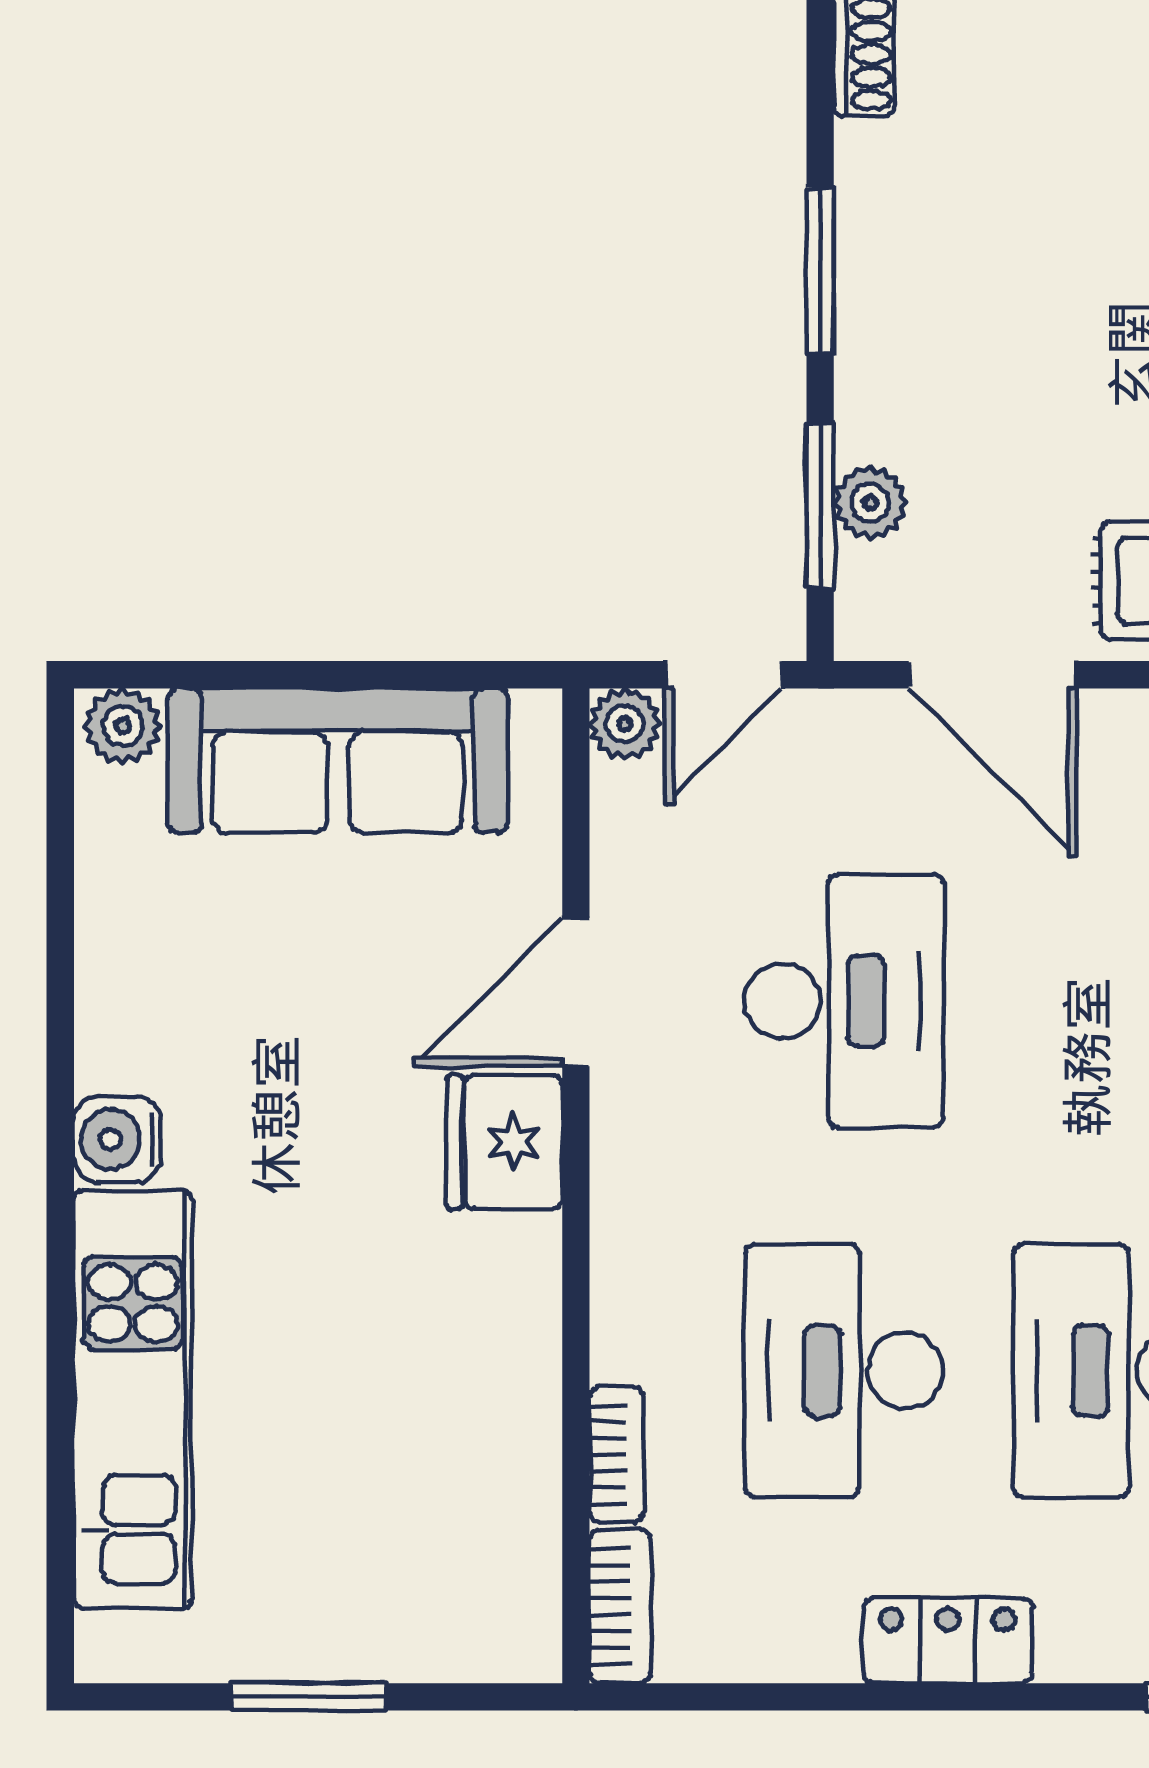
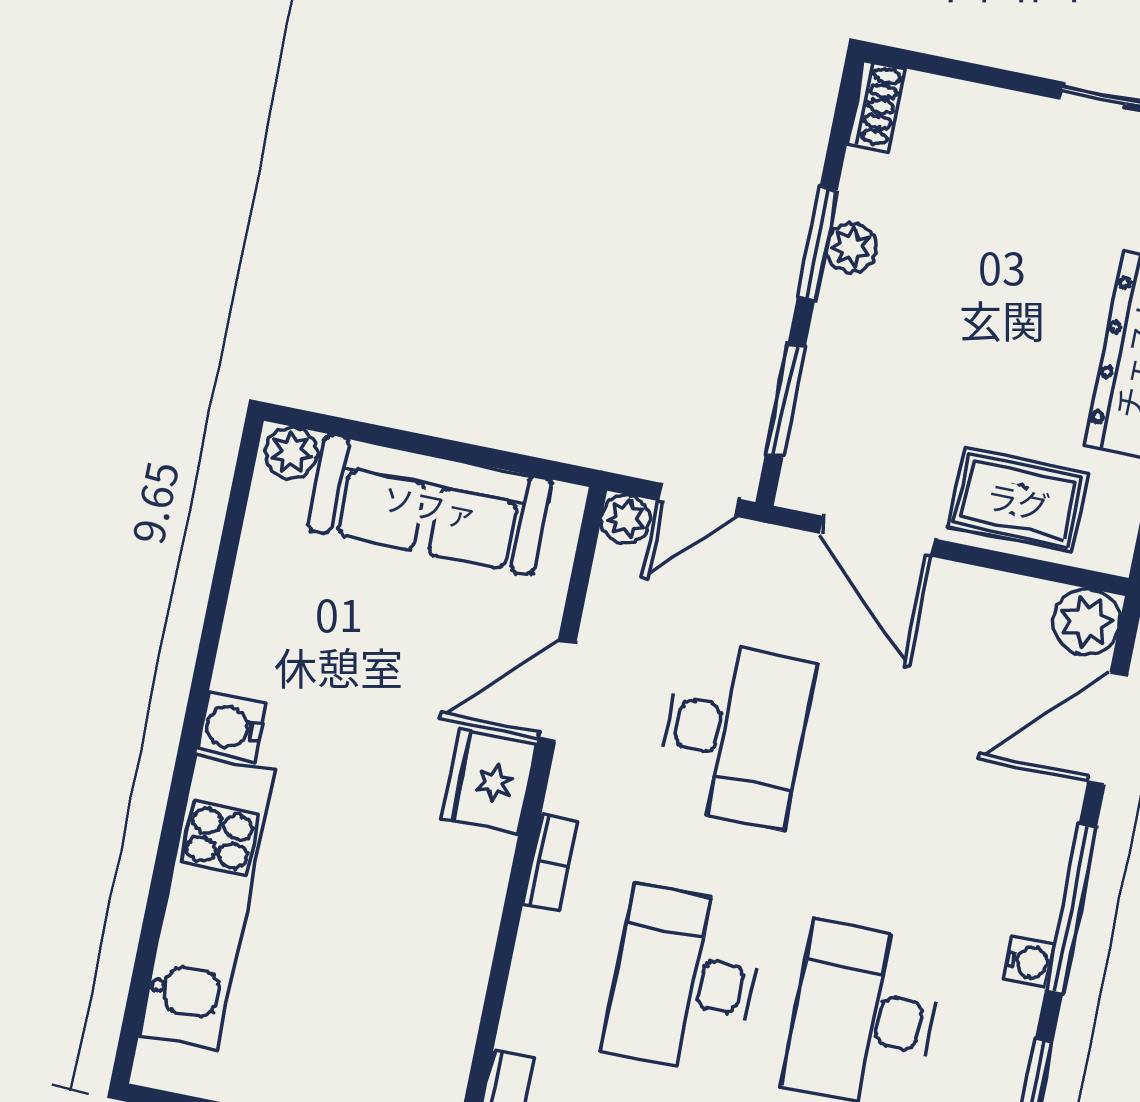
plant: (870, 503) -> (851, 248), moved
bookcase: (617, 1455) -> (550, 862), moved

